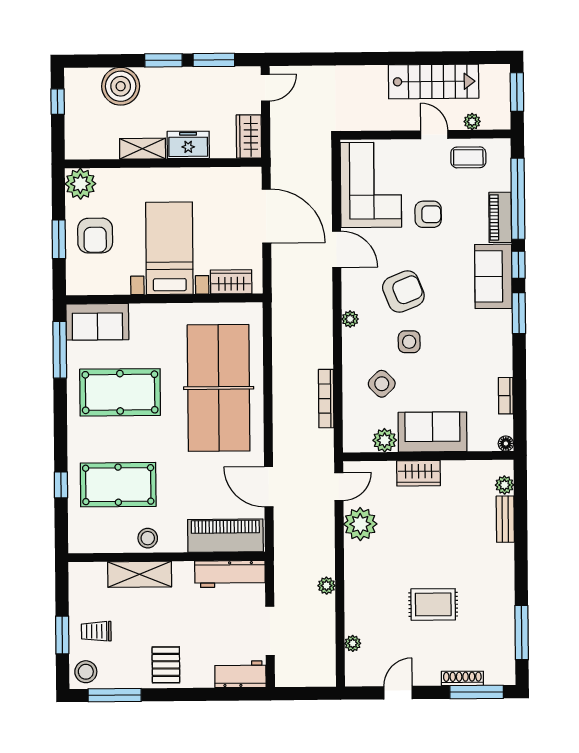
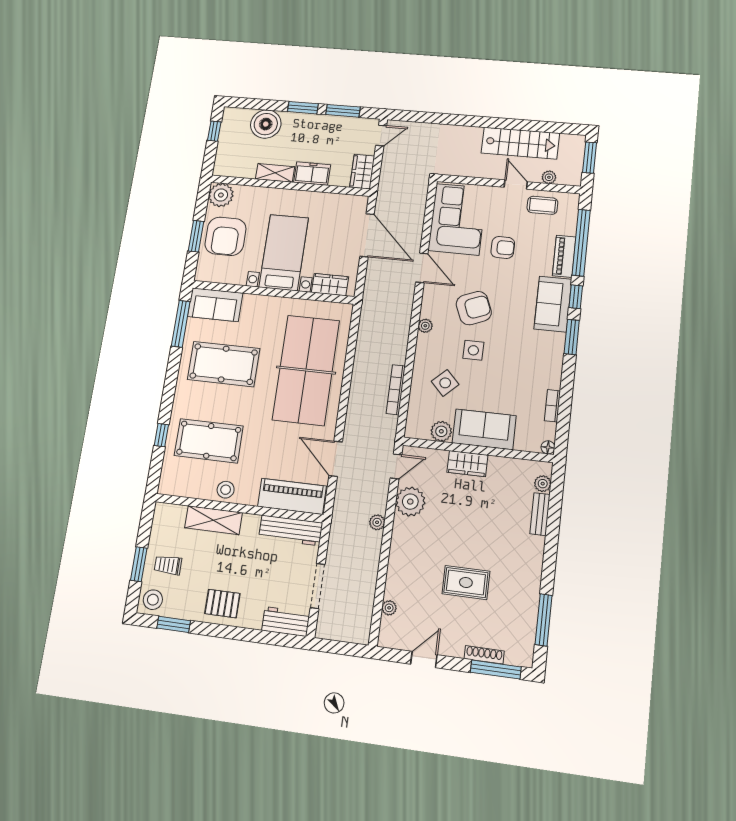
armchair: (95, 236) -> (225, 236), width x1.36, depth x1.36
plant: (326, 586) -> (377, 522), moved
pallet: (166, 665) -> (222, 604), turned 90
window: (115, 695) -> (174, 624), width x0.69

